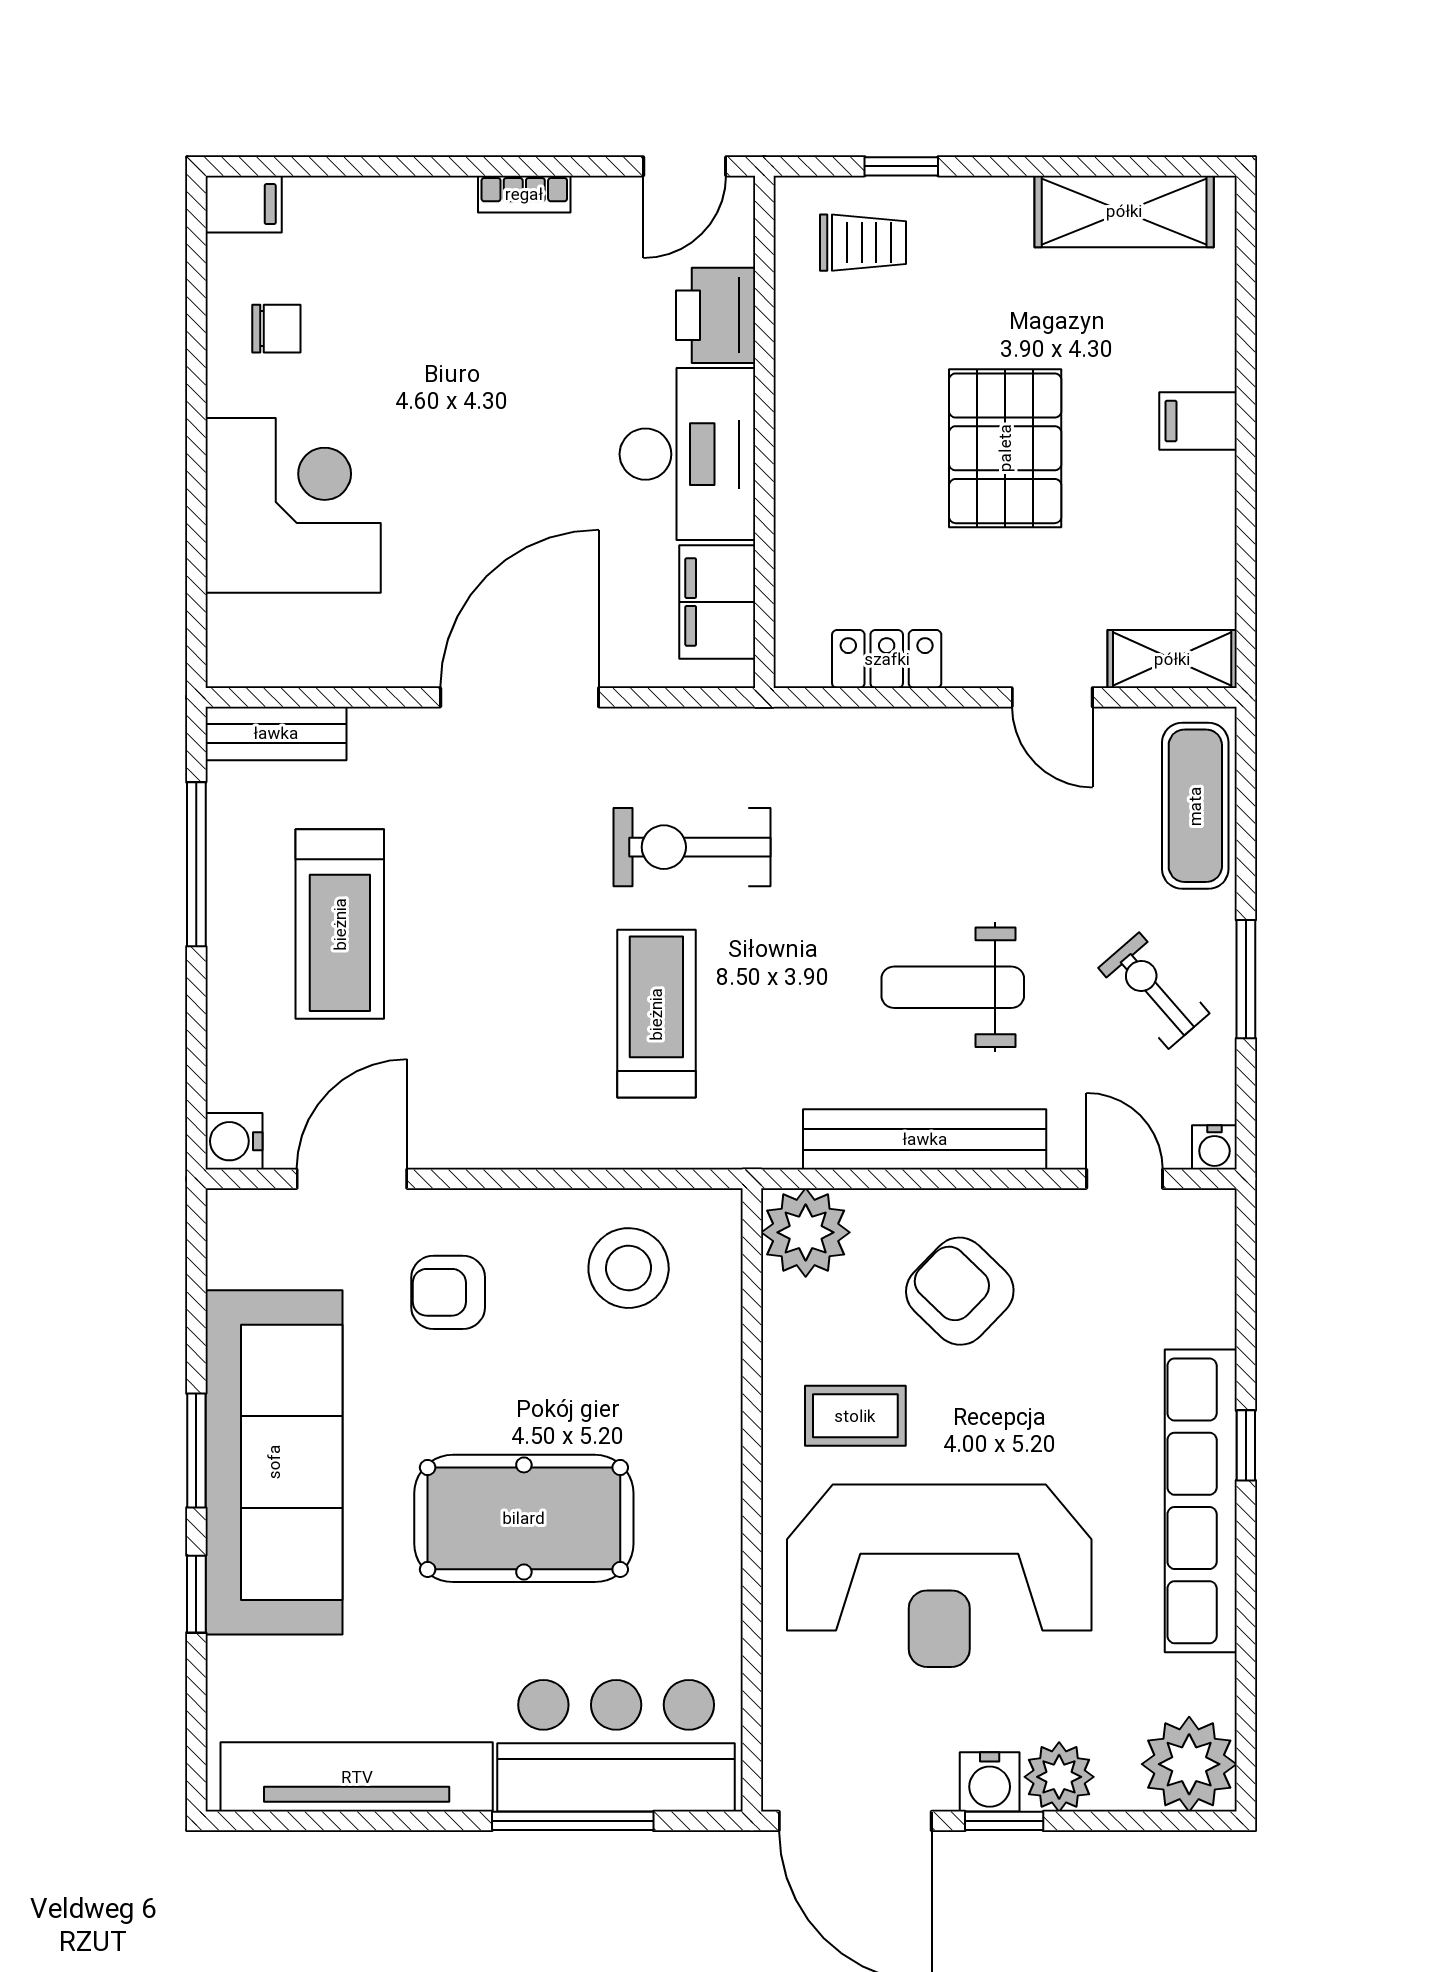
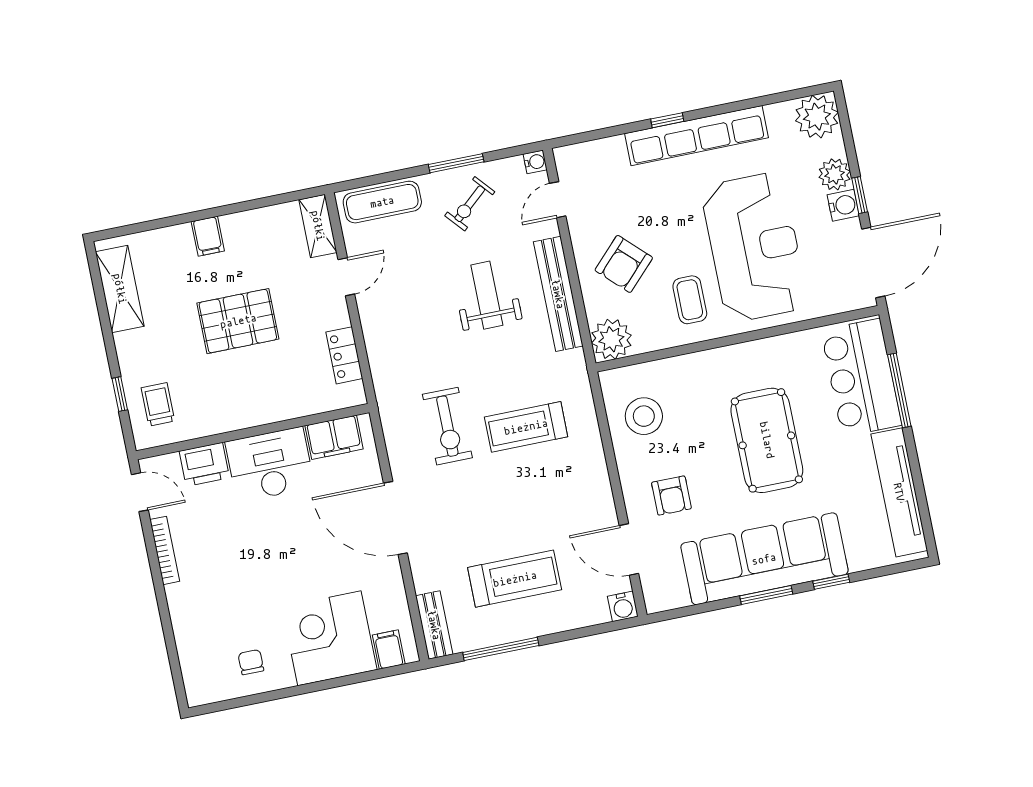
bookcase: (524, 194) -> (165, 550), width x1.56
filing cabinet: (244, 204) -> (389, 650), moved
weight bench: (953, 987) -> (487, 295), turned 180

